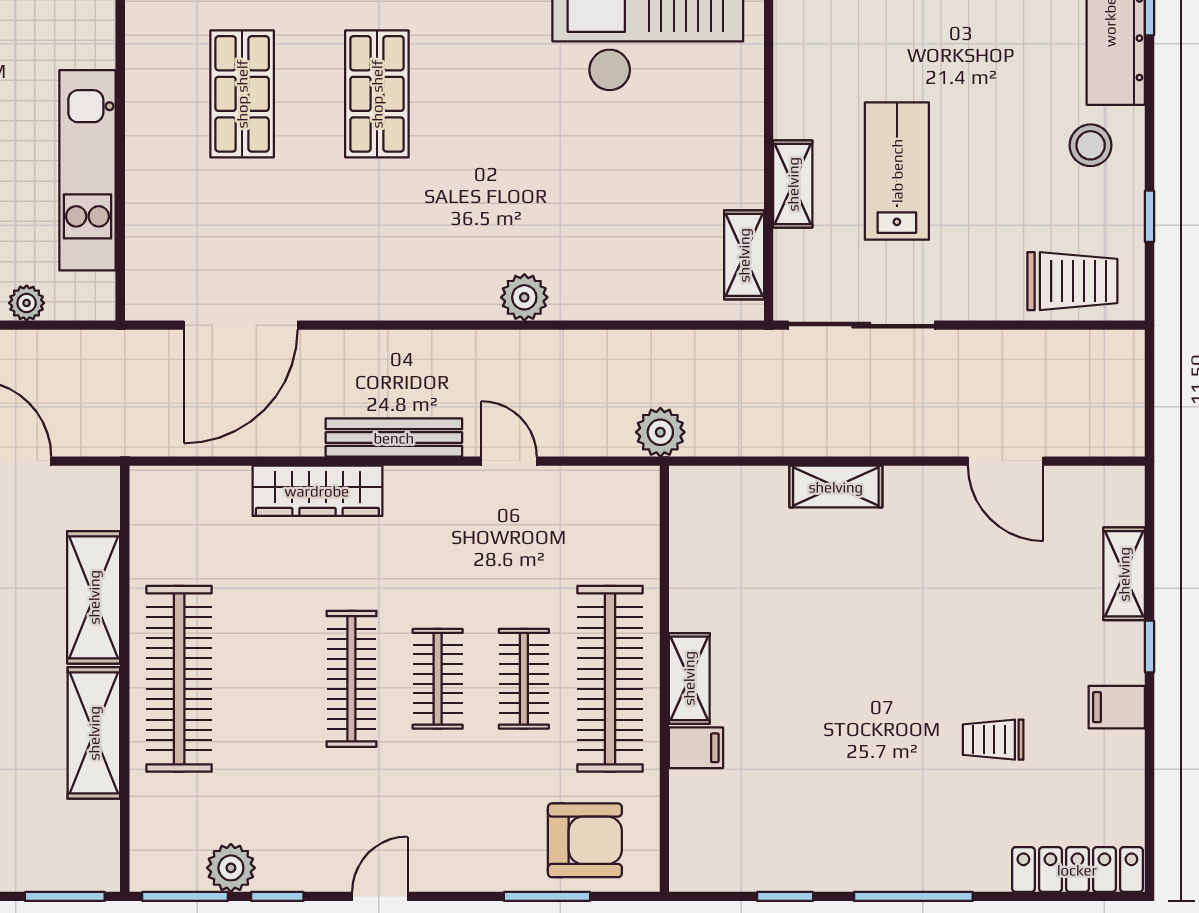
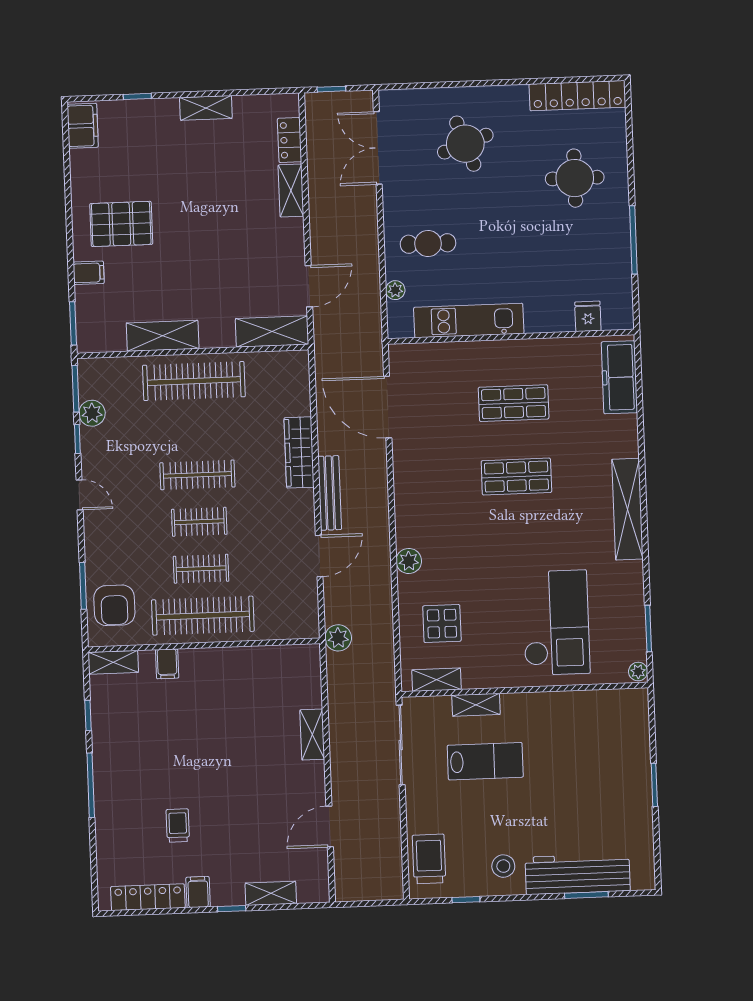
display table: (641, 241) -> (442, 624), added
trolley: (1072, 281) -> (429, 859), turned 180
door: (509, 461) -> (319, 556), width x1.37
shelving: (94, 597) -> (272, 331), moved
shelving: (689, 678) -> (113, 662), moved
locker: (1077, 870) -> (148, 897), moved, turned -90

